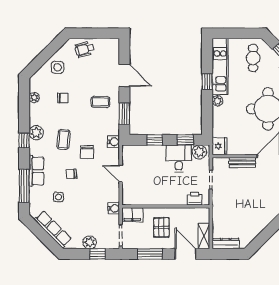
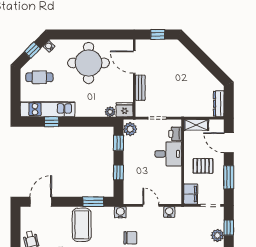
door: (124, 75) -> (41, 202), moved
window: (207, 82) -> (52, 122), moved
plant: (217, 101) -> (110, 112), moved
coffee table: (100, 102) -> (82, 225), width x1.86, depth x1.72
desk: (179, 159) -> (168, 154), moved, turned 180
door: (121, 173) -> (151, 205), swing flipped
water cooler: (114, 208) -> (169, 212), moved
shelving: (204, 236) -> (196, 125), moved
door: (185, 254) -> (229, 143), hinge flipped

